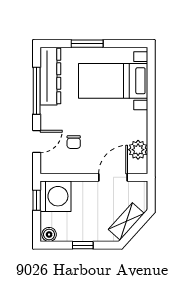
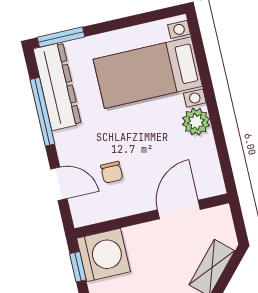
window: (87, 44) -> (61, 37), moved
door: (37, 142) -> (59, 184), hinge flipped
plant: (138, 150) -> (196, 122), moved

